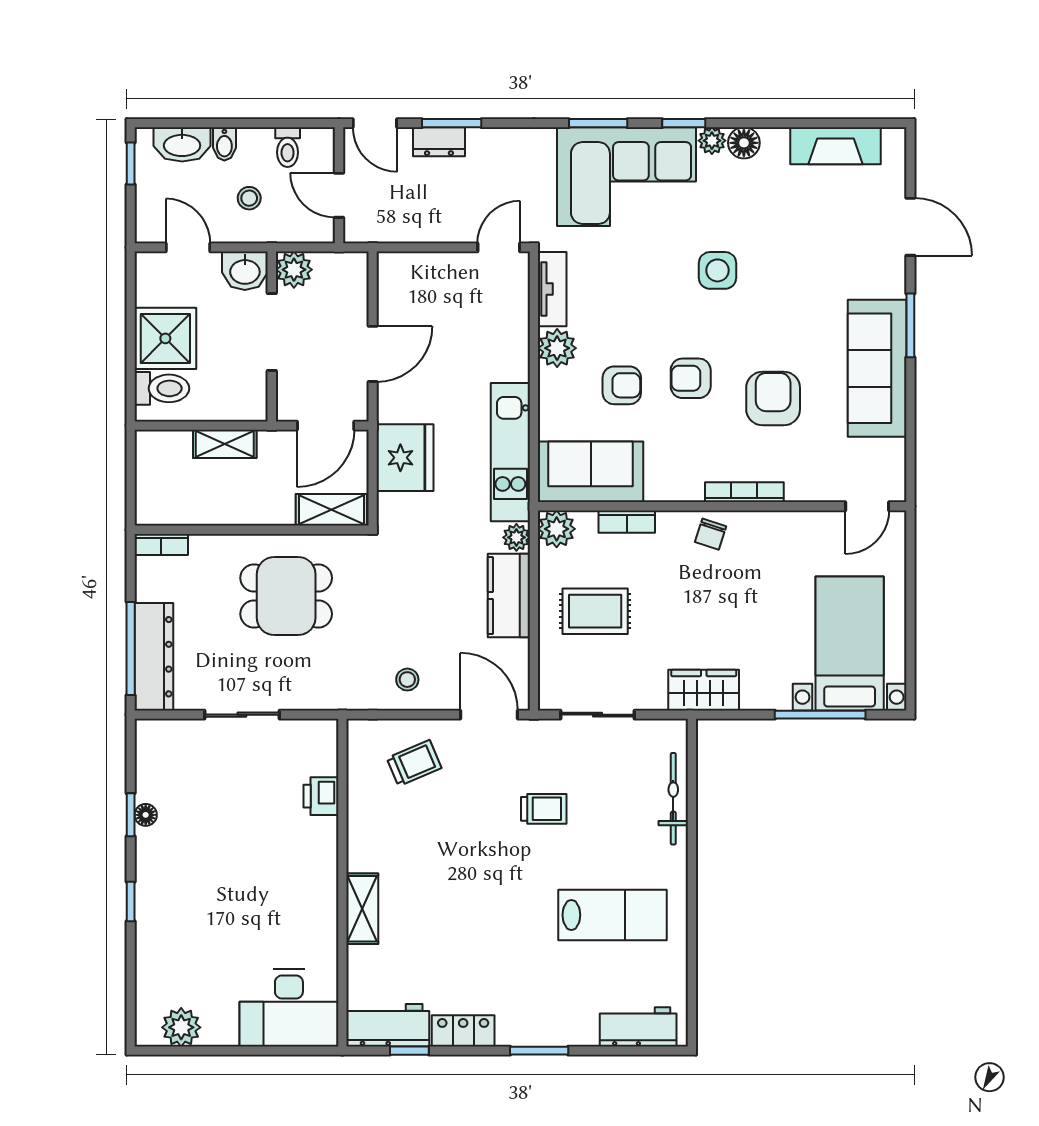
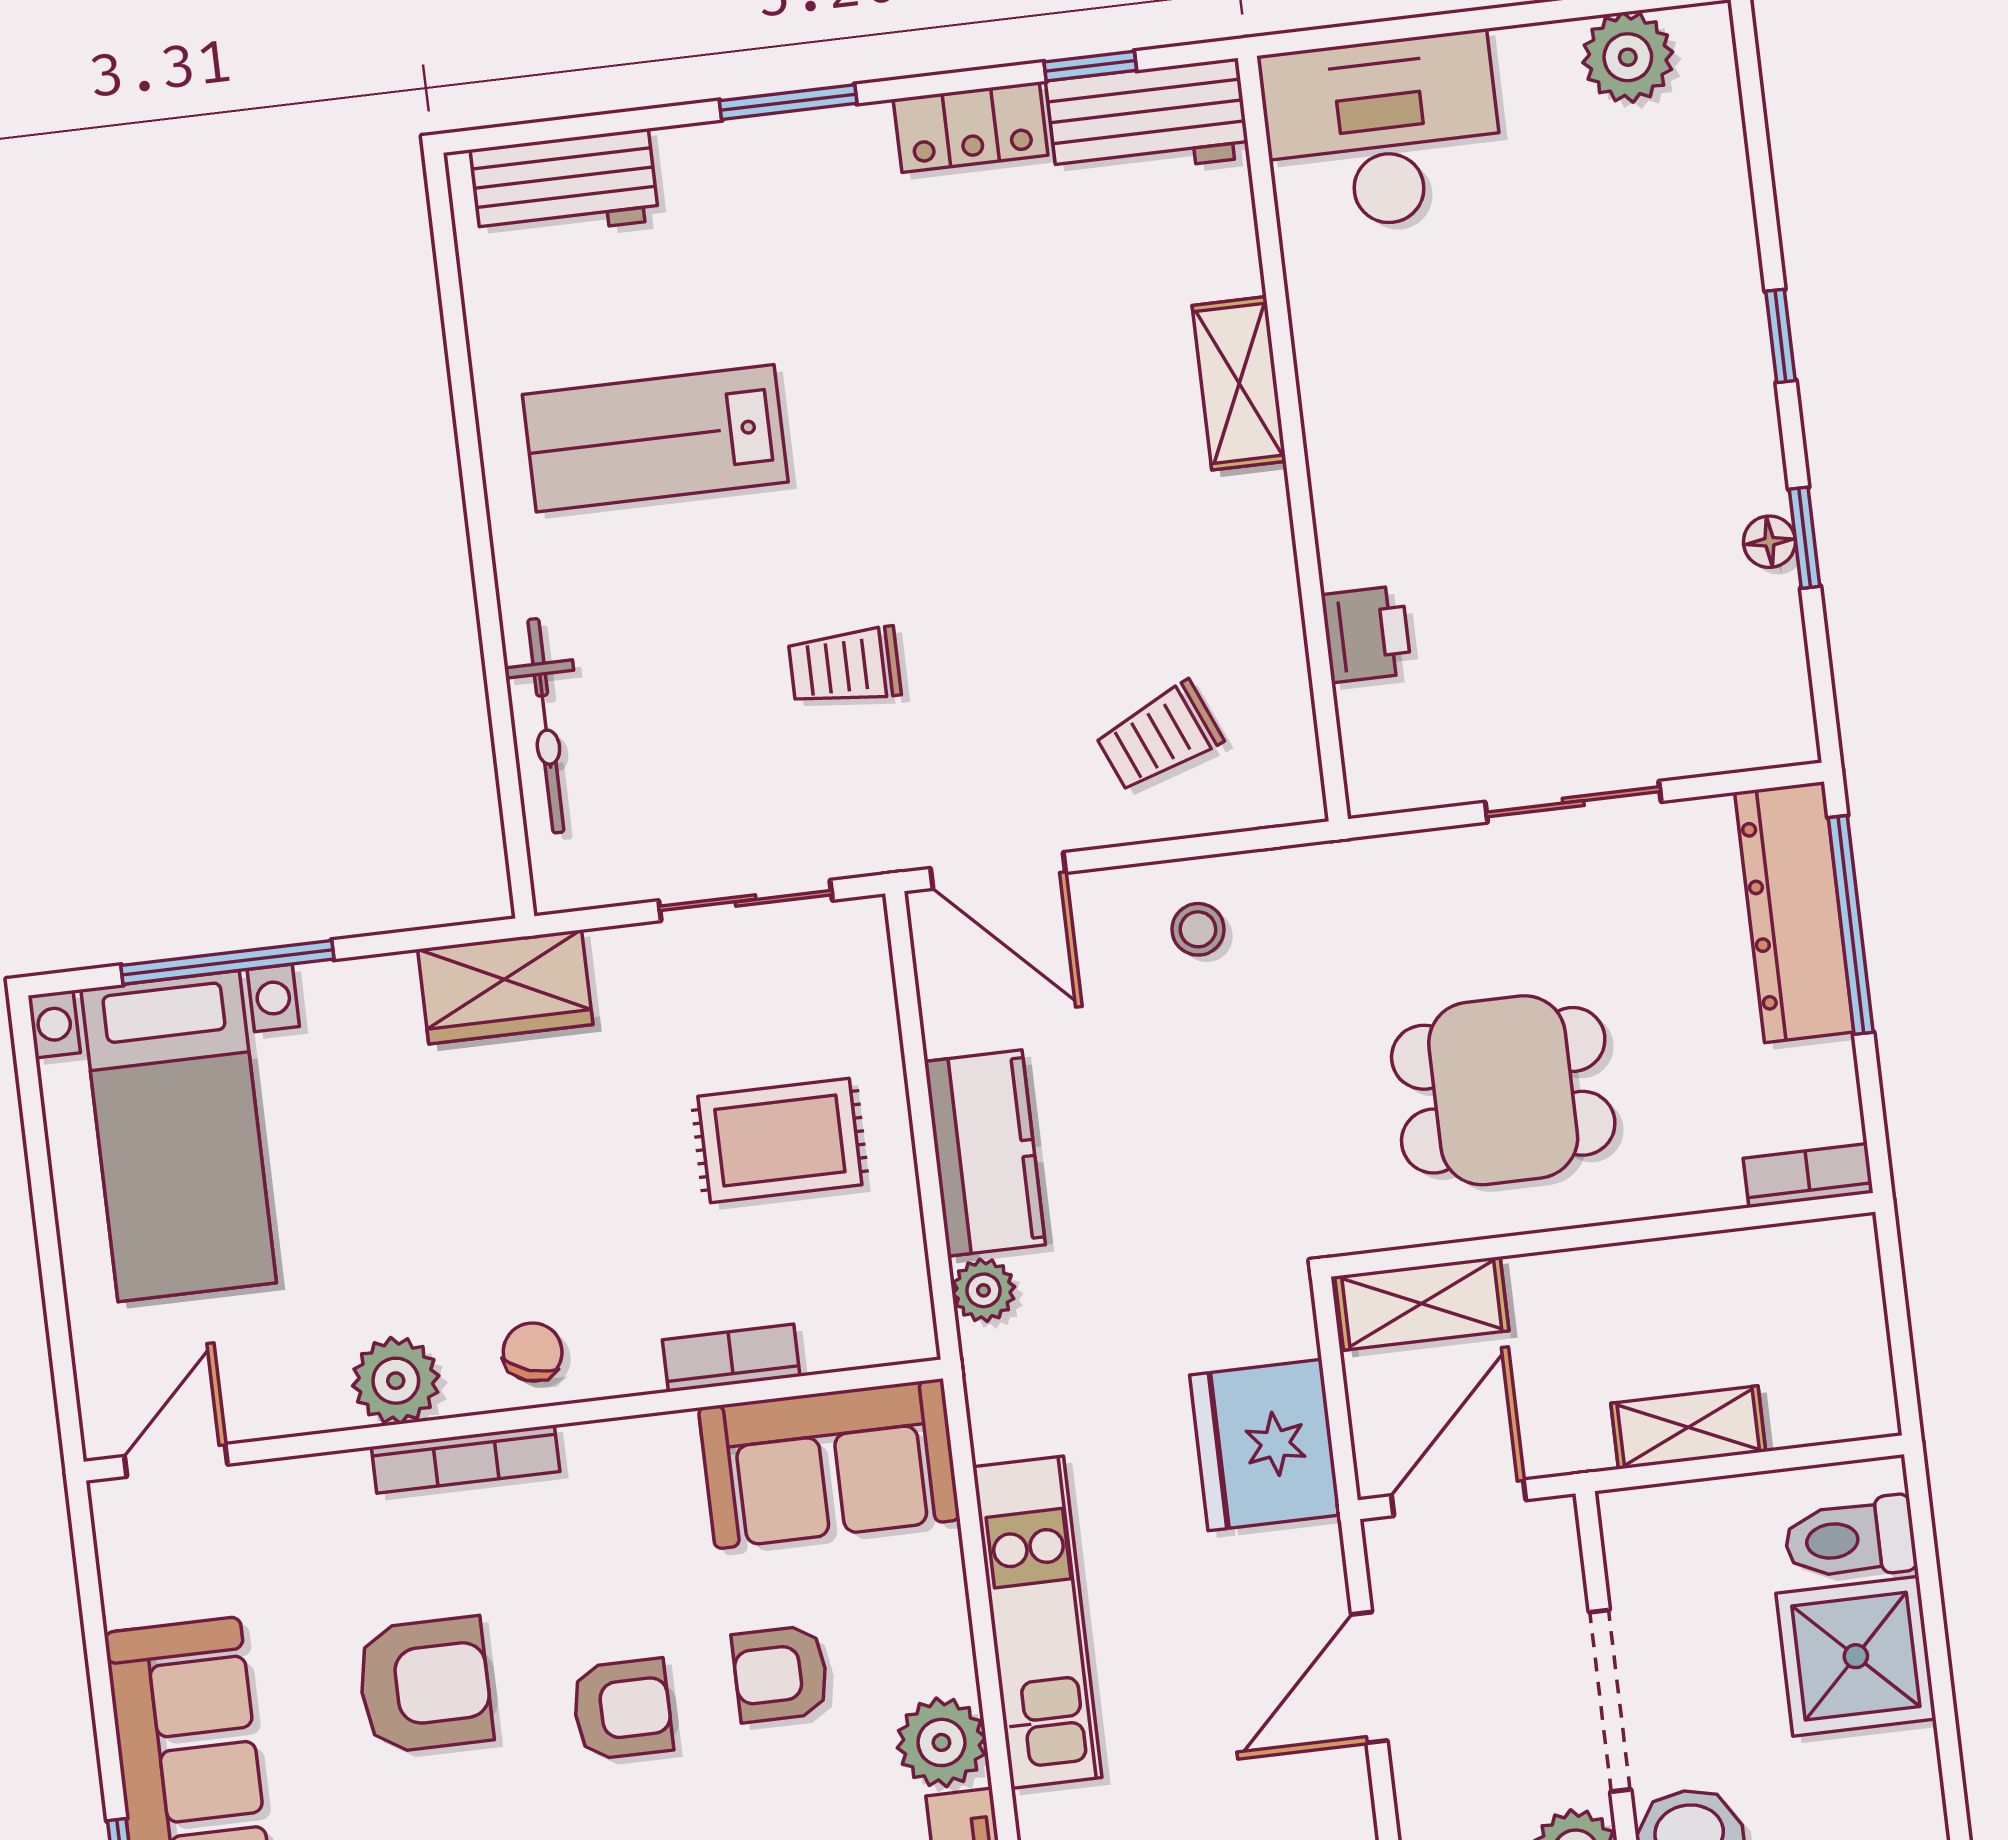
armchair: (773, 399) -> (425, 1685), turned -90
kitchen unit: (510, 452) -> (1037, 1622), moved
plant: (557, 529) -> (396, 1381), moved

